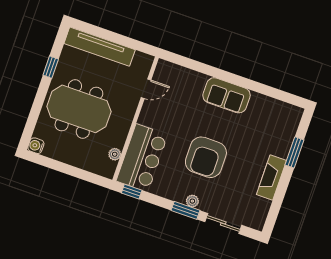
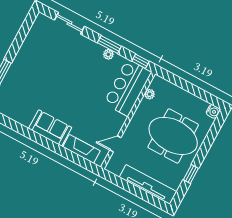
armchair: (206, 157) -> (75, 80), removed
fireplace: (271, 177) -> (81, 149), moved, turned -90
plant: (192, 201) -> (108, 54), moved
window: (186, 210) -> (109, 45), moved

